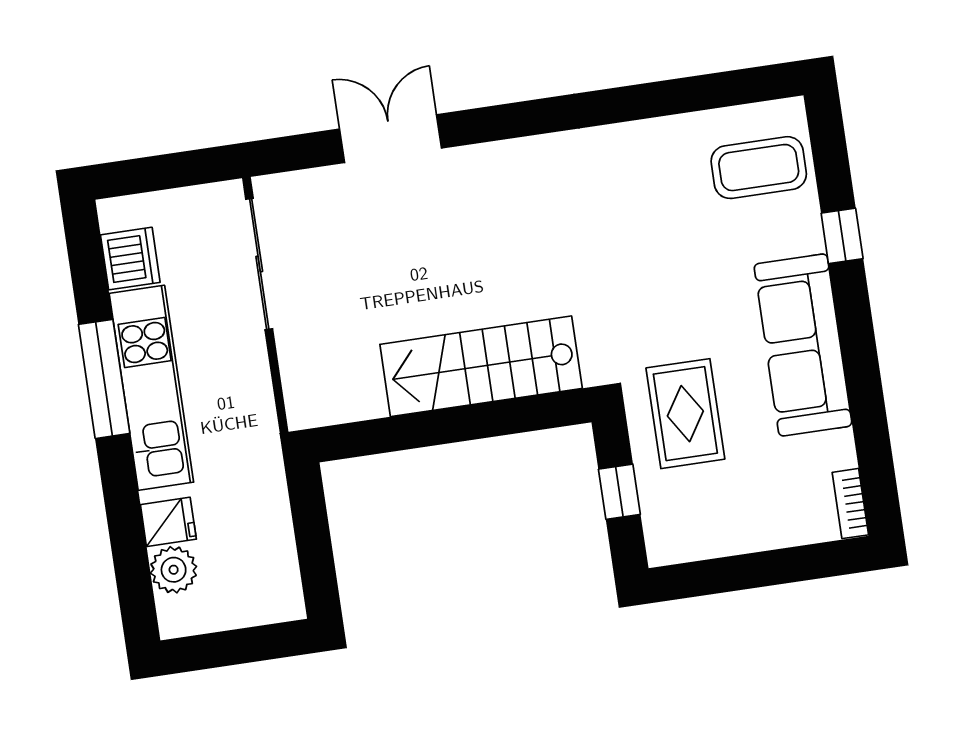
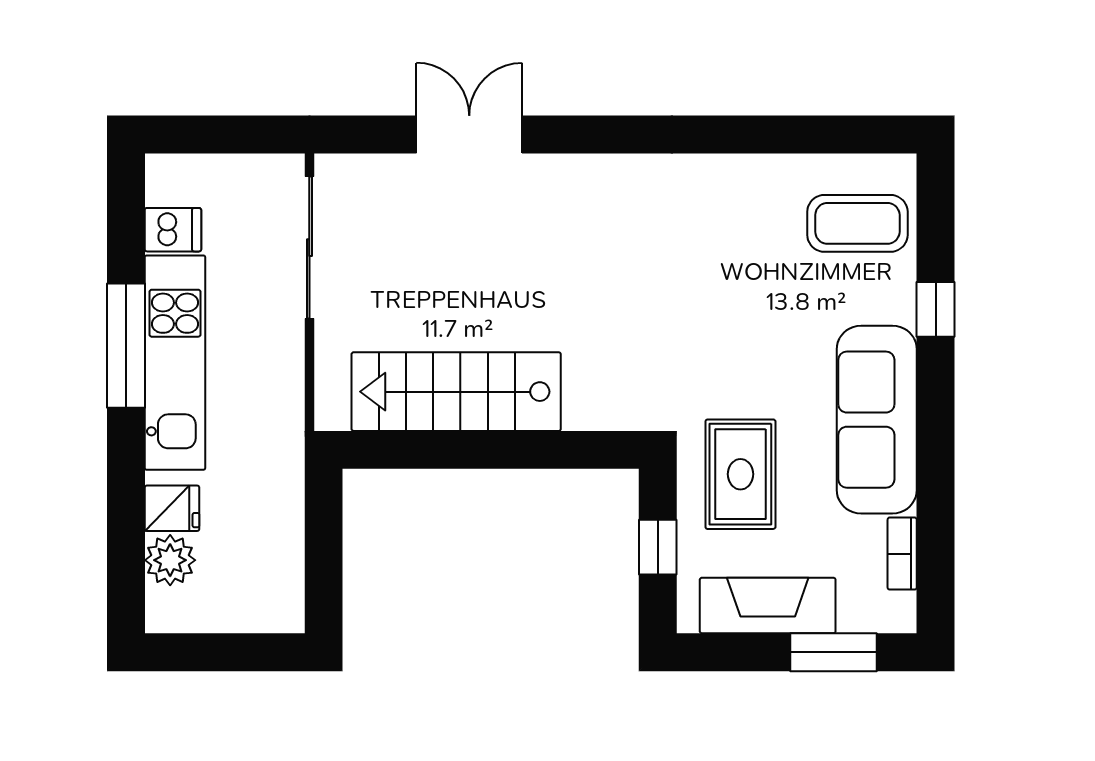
dishwasher: (130, 259) -> (173, 230), width x0.73
stairs: (481, 366) -> (456, 392), moved
bookcase: (850, 504) -> (902, 554), moved
fireplace: (728, 530) -> (768, 606), added
window: (795, 564) -> (834, 652), added

